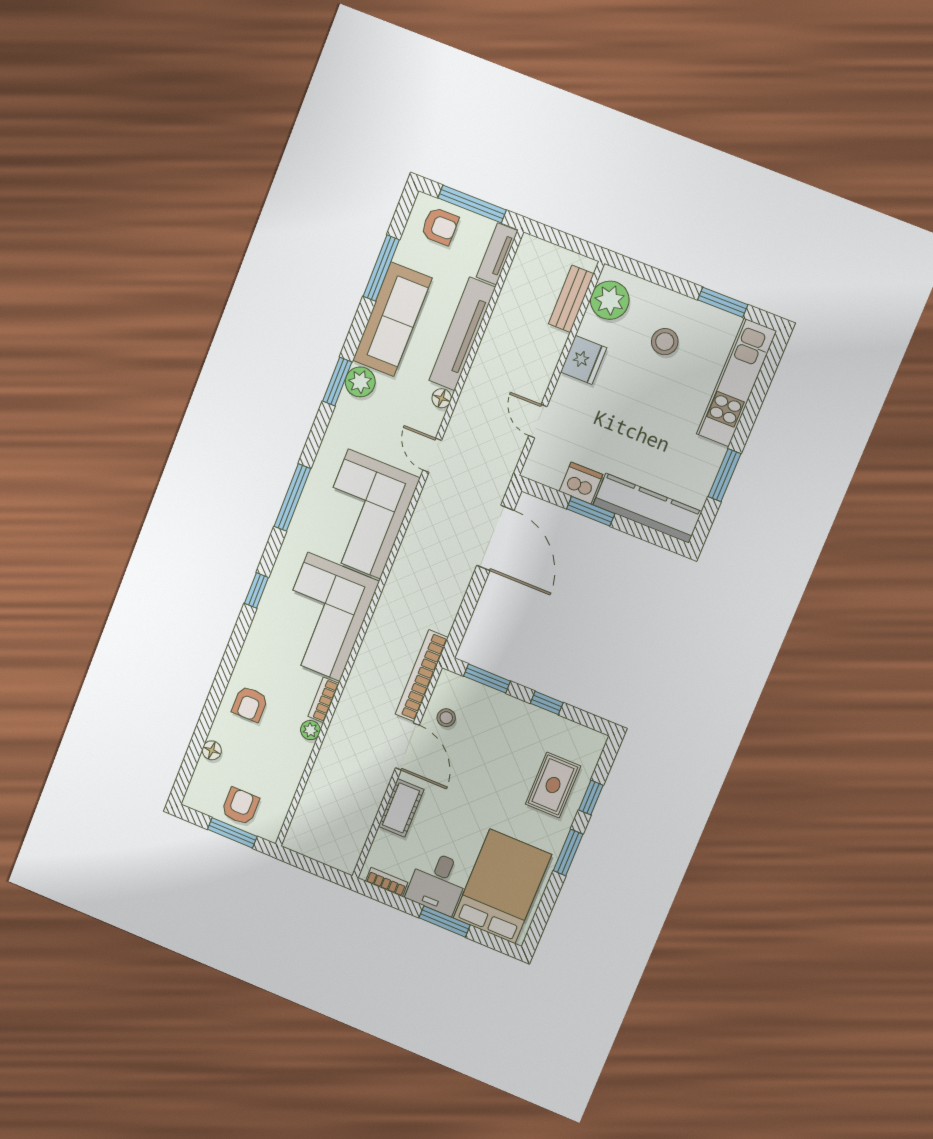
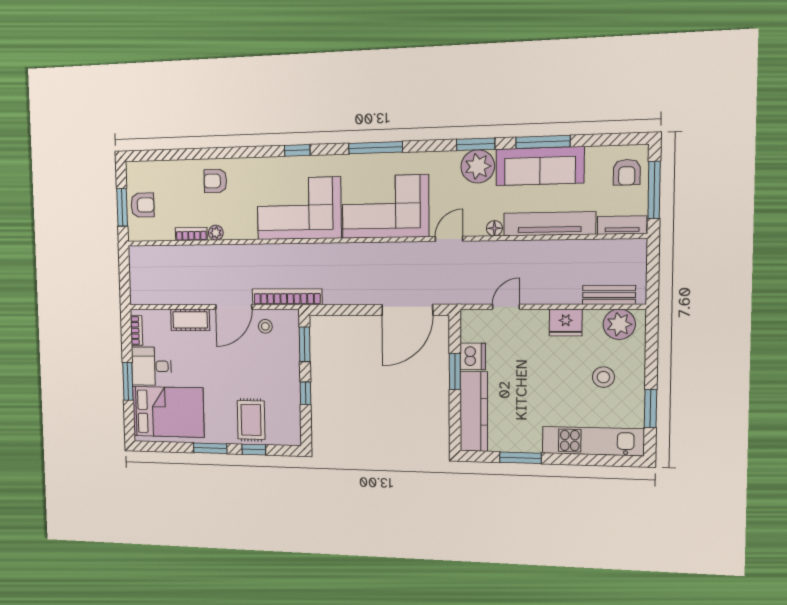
window: (381, 268) -> (543, 142), moved
plant: (360, 382) -> (478, 166), width x1.36, depth x1.36
bookcase: (324, 700) -> (191, 234), moved
floor lamp: (212, 750) -> (172, 167), removed
rug: (553, 785) -> (251, 420), turned 90

